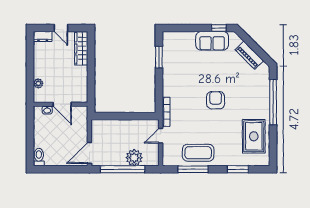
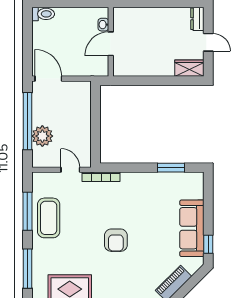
door: (61, 28) -> (208, 42), swing flipped
sofa: (212, 41) -> (192, 228), width x1.36
wardrobe: (81, 48) -> (189, 68), width x0.67
plant: (38, 83) -> (137, 13), removed
armchair: (216, 100) -> (116, 240), turned 90
window: (238, 169) -> (27, 269), width x1.44

